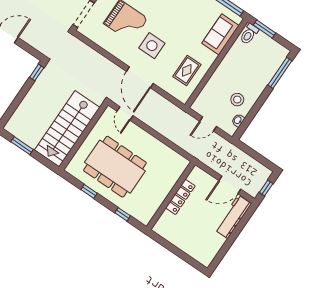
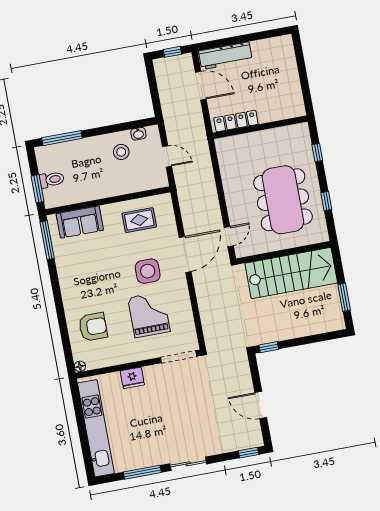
toilet: (249, 34) -> (52, 180), moved
locker: (180, 197) -> (236, 121), moved

